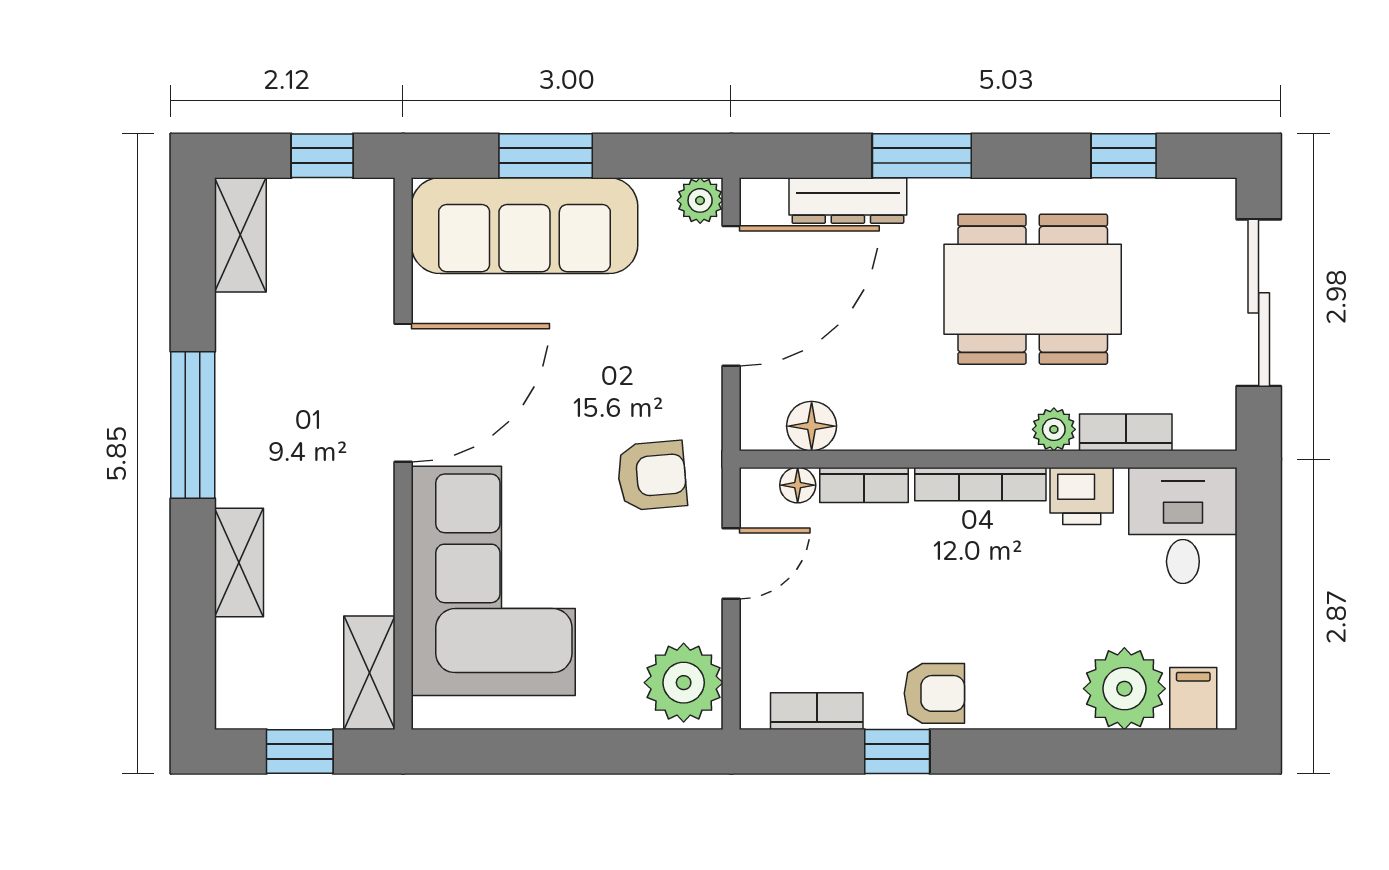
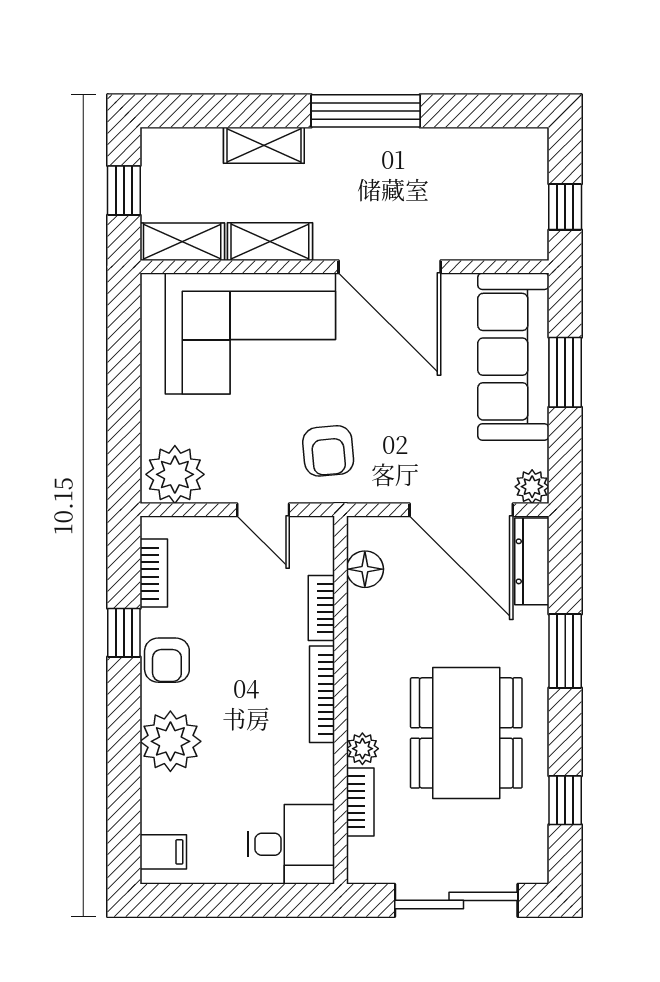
dresser: (848, 200) -> (532, 561), moved
shelving: (240, 235) -> (270, 242), moved
floor lamp: (798, 485) -> (321, 559), removed
printer: (1082, 496) -> (313, 769), removed
plant: (1124, 689) -> (170, 741), moved

